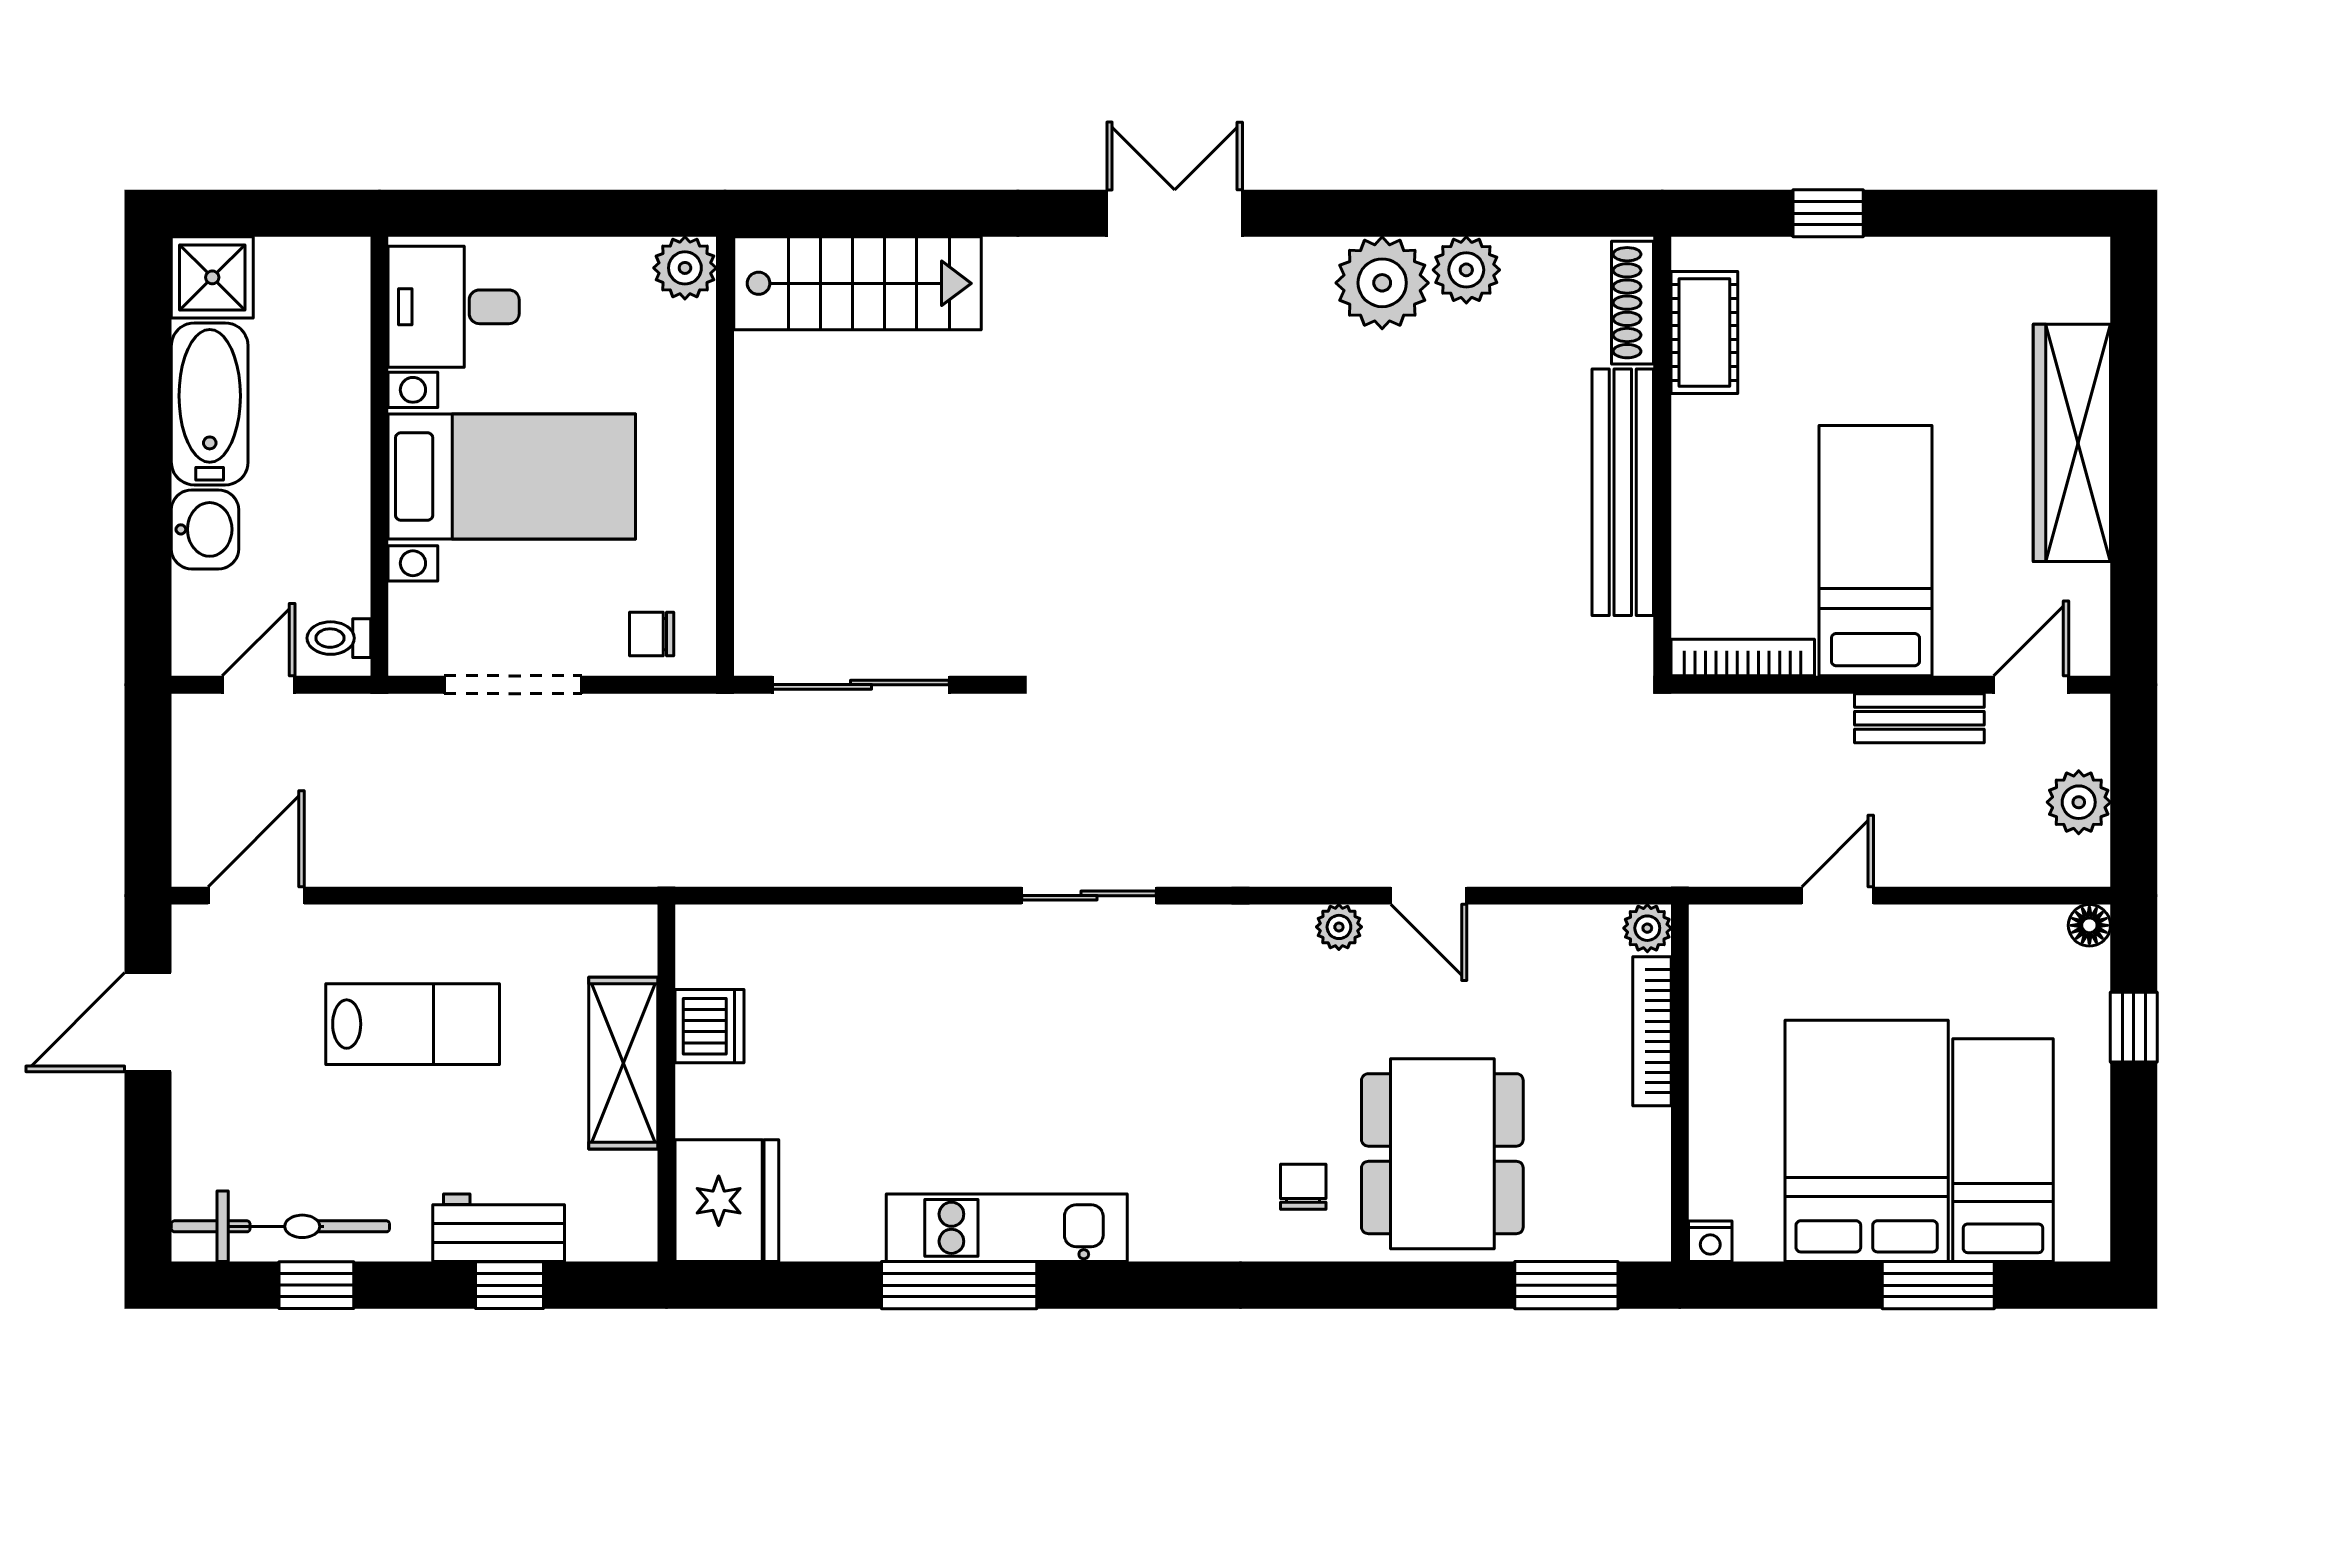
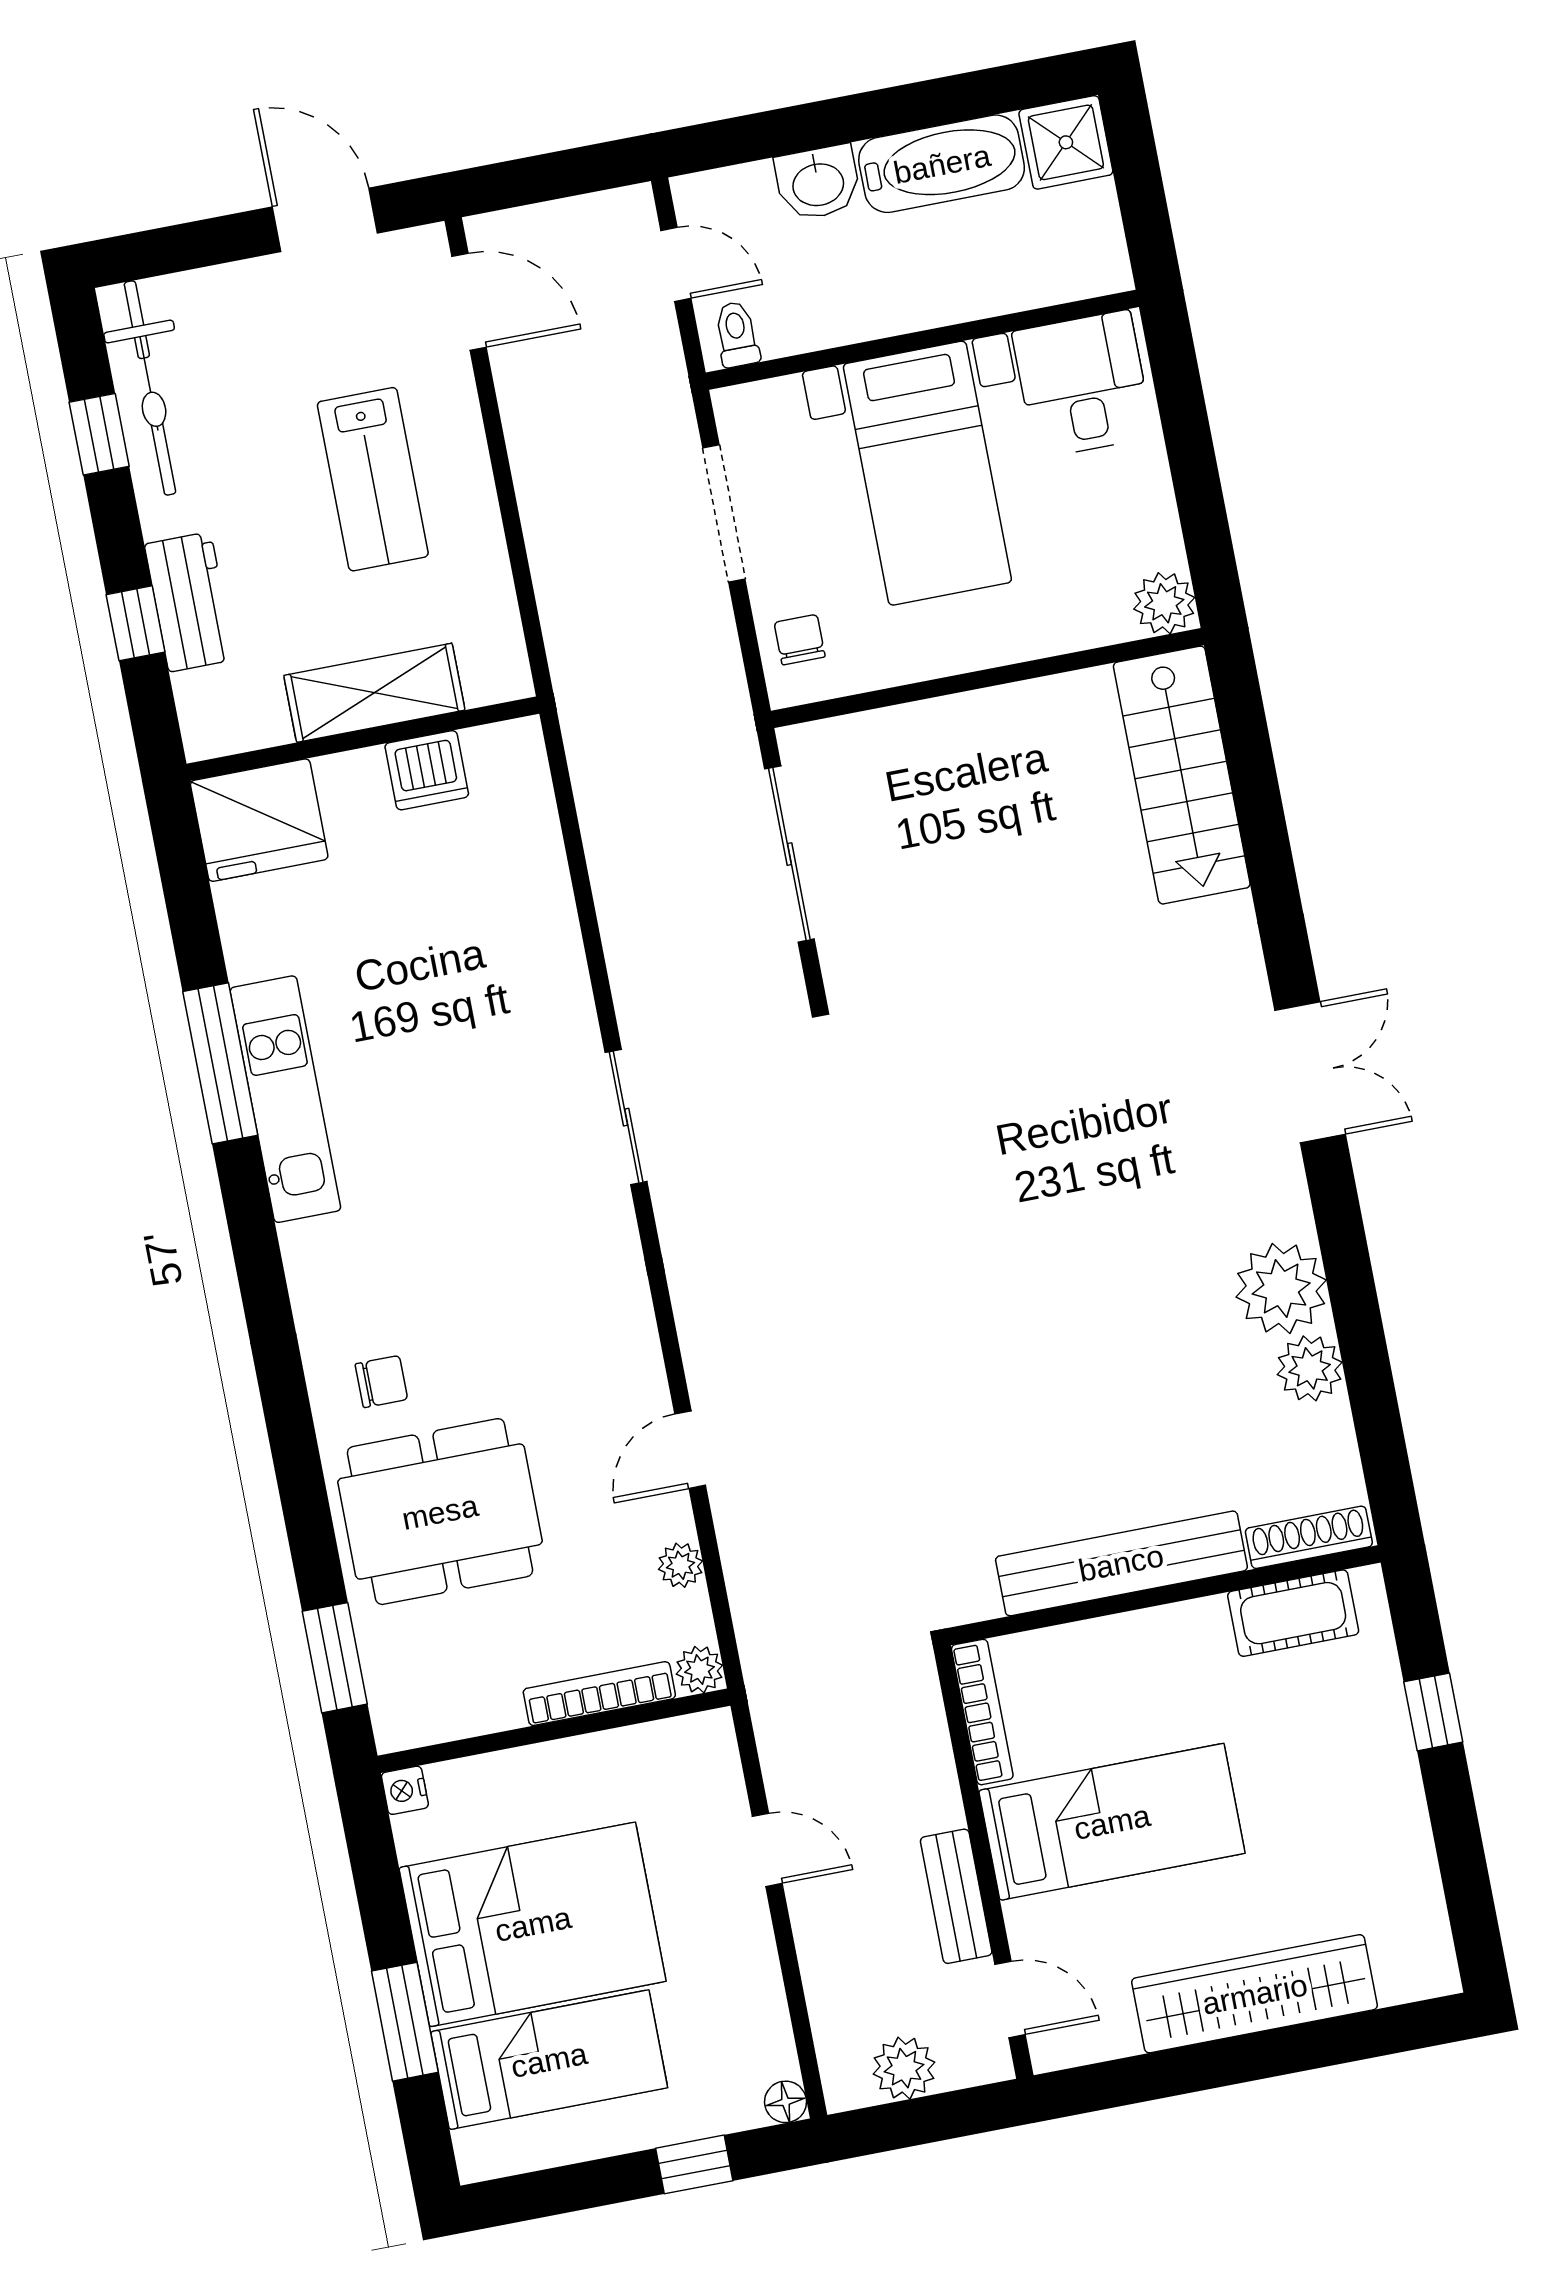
plant: (1339, 927) -> (680, 1565), moved

